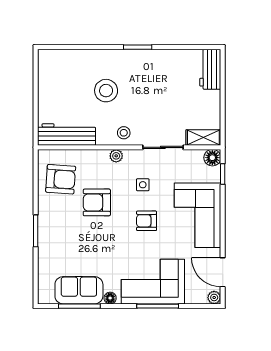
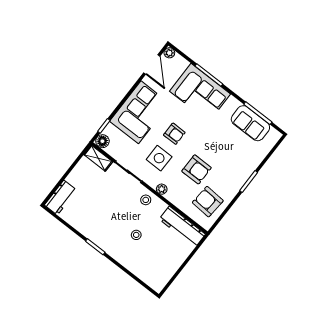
stool: (106, 91) -> (136, 235), width x0.53, depth x0.53
side table: (143, 185) -> (159, 158), width x1.87, depth x1.87
floor lamp: (110, 298) -> (235, 103), removed

